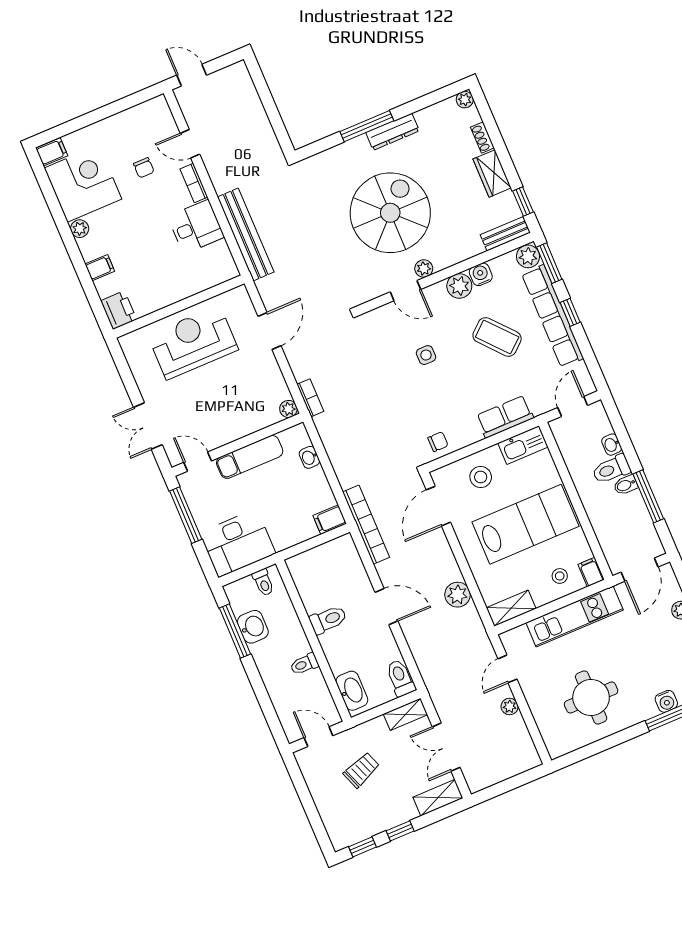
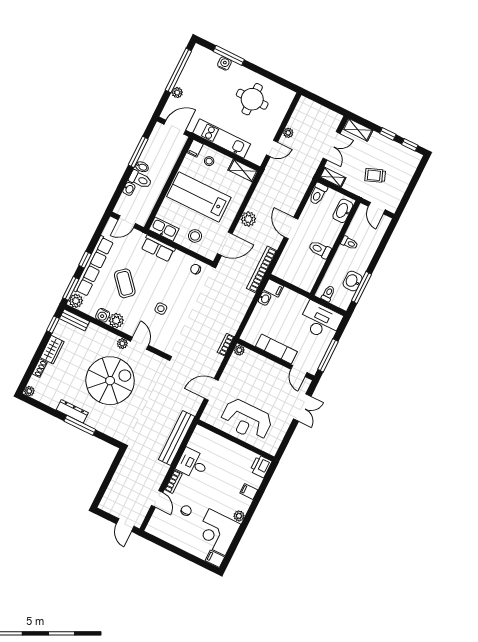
spiral stairs: (390, 213) -> (110, 381), turned 180
washbasin: (309, 457) -> (265, 299), moved
plant: (458, 595) -> (248, 219), moved

